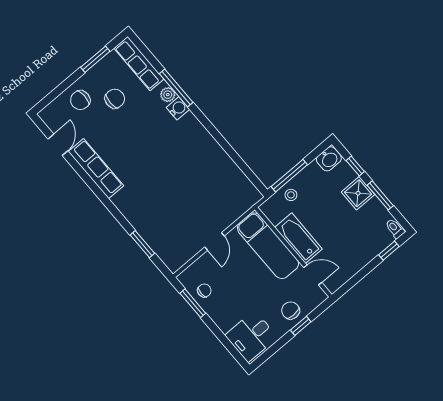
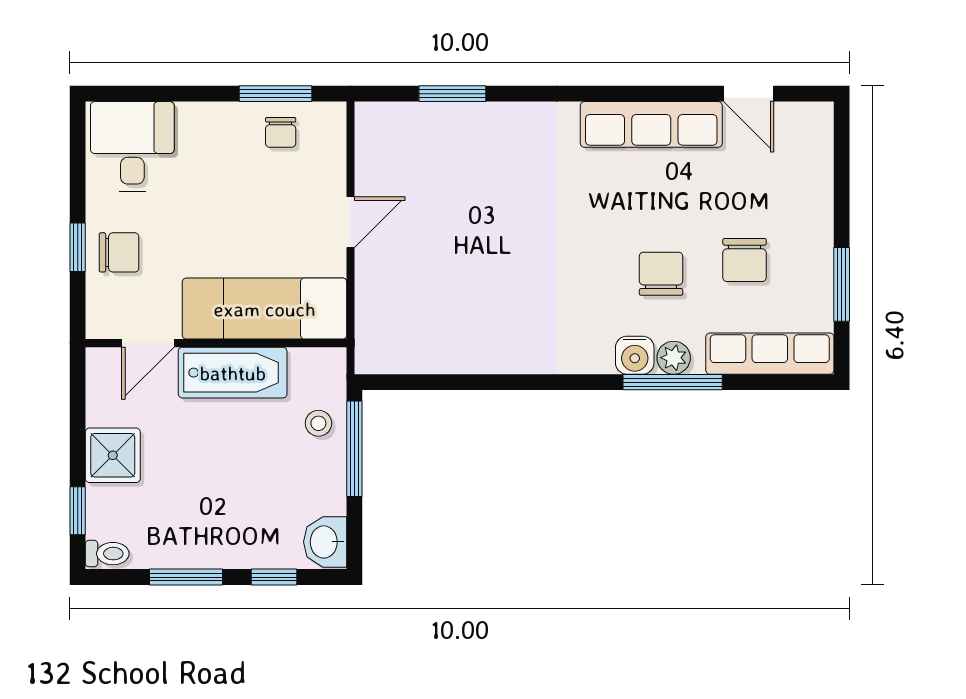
chair: (80, 100) -> (661, 274), moved
shower: (358, 193) -> (113, 455), moved
door: (214, 242) -> (350, 222), swing flipped

